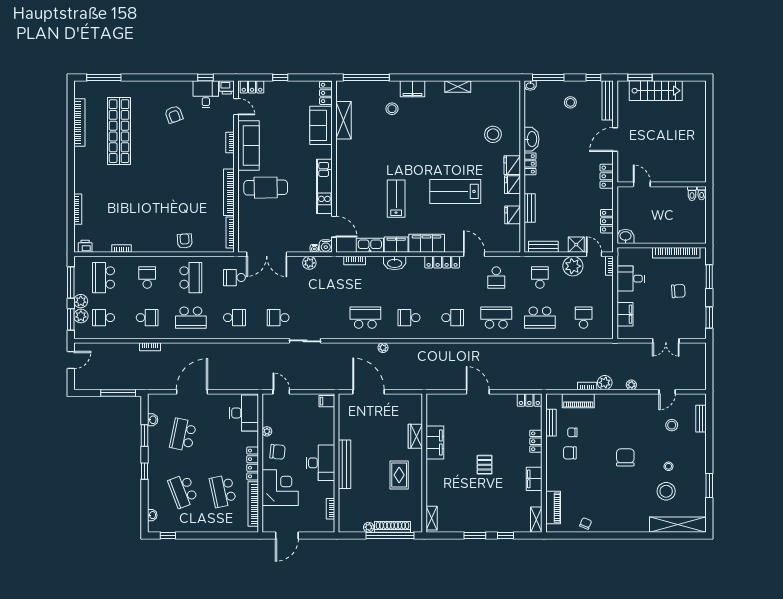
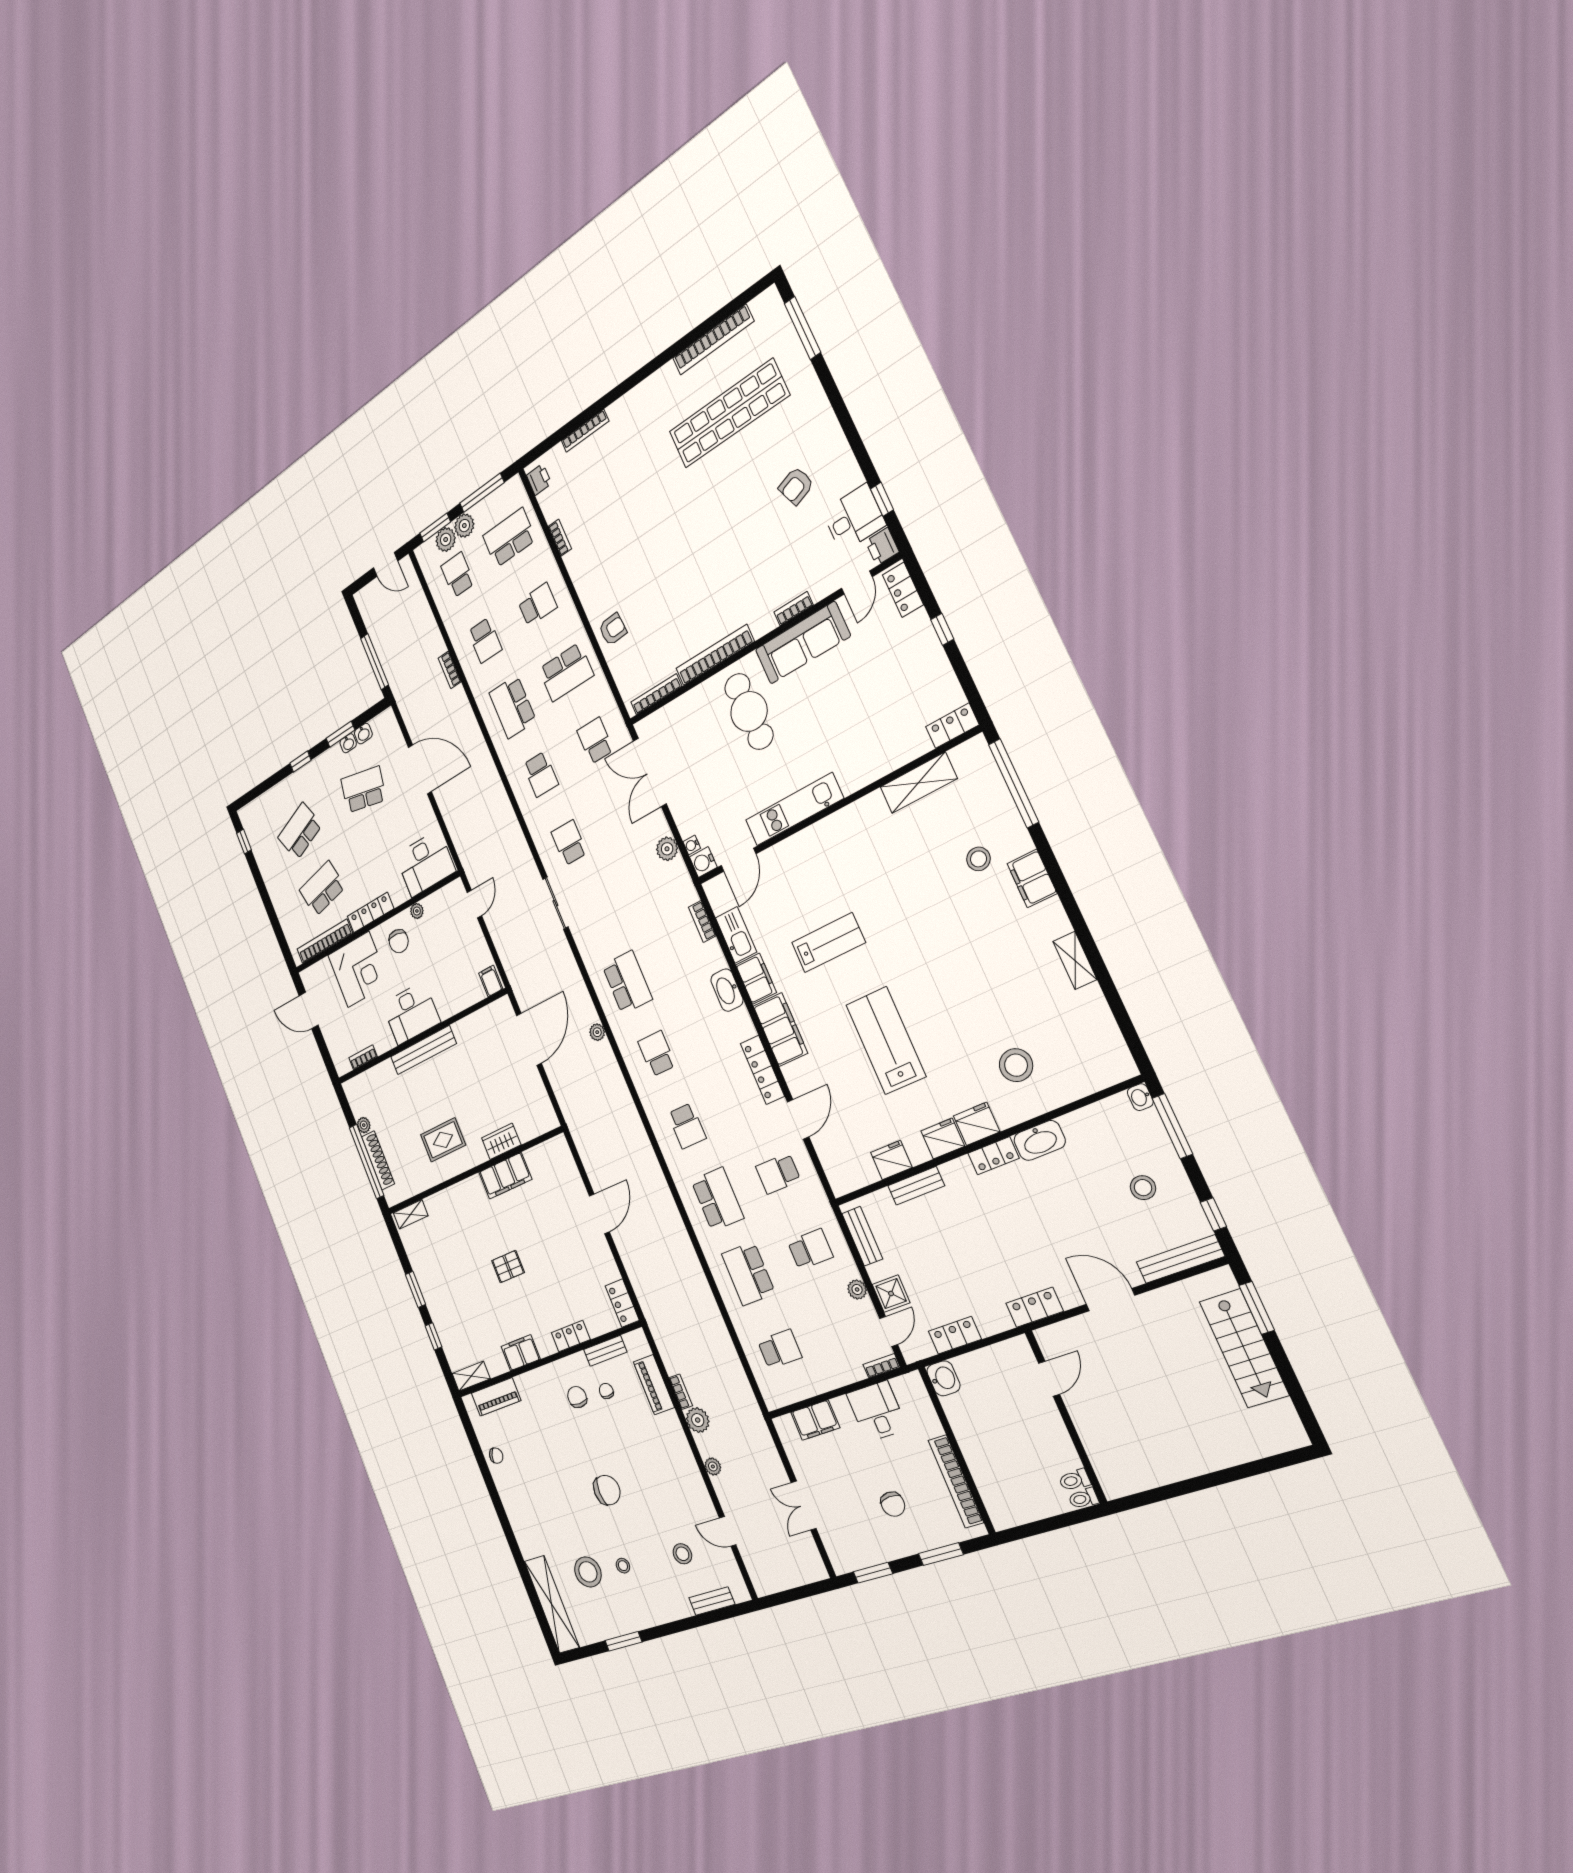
sofa: (321, 125) -> (892, 748), removed
plant: (573, 266) -> (857, 1290), width x0.53, depth x0.53
washbasin: (152, 515) -> (348, 743), moved

